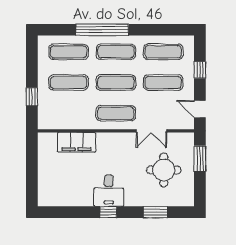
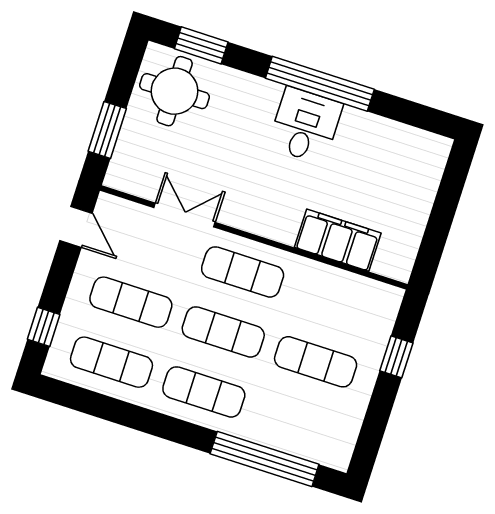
window: (102, 30) -> (265, 459), moved
exercise mat: (69, 52) -> (296, 422), removed
window: (200, 70) -> (44, 327), moved
round table: (164, 170) -> (175, 91), moved
window: (108, 212) -> (320, 84), width x3.17
window: (155, 212) -> (201, 45), moved

